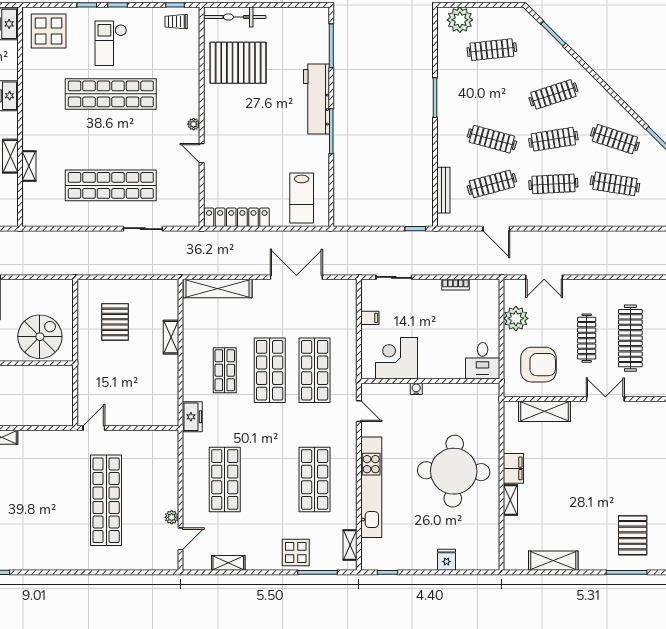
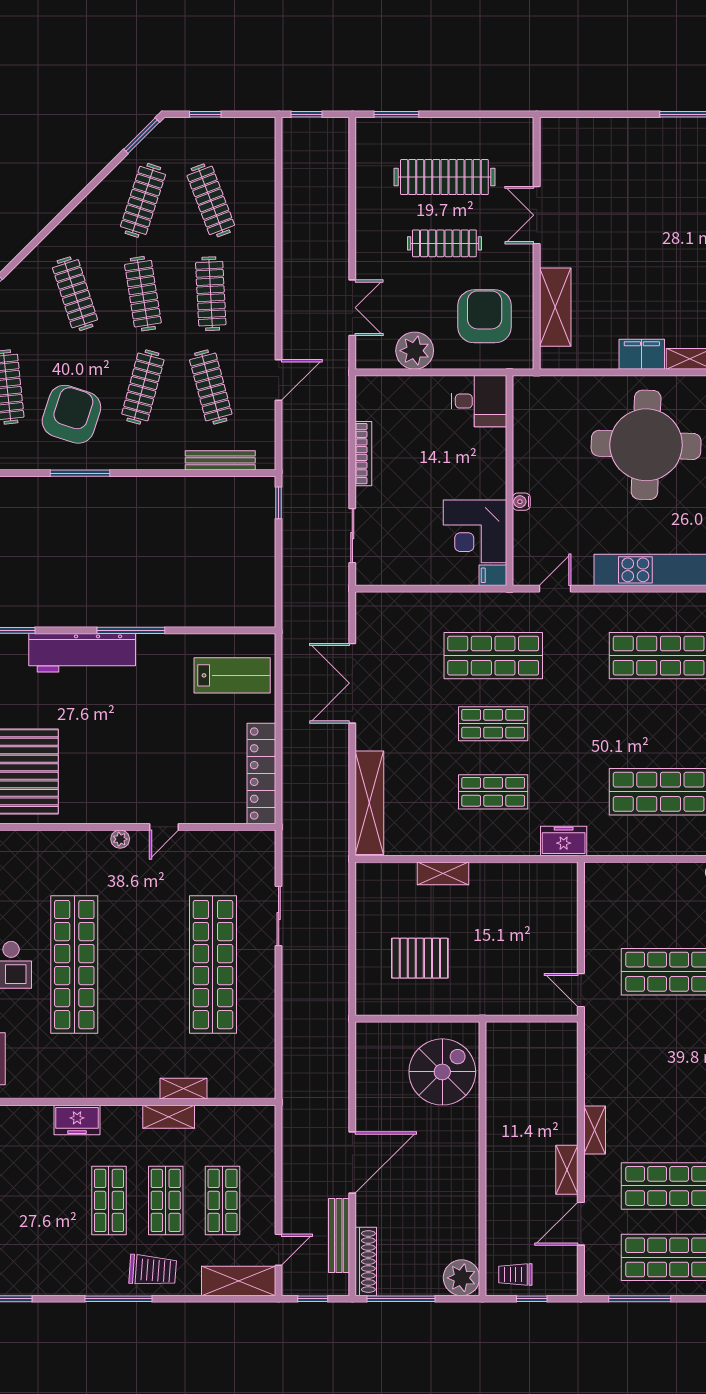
armchair: (474, 92) -> (71, 414), added
clothes rail: (615, 184) -> (211, 200), turned -30
bookcase: (456, 285) -> (363, 454), width x1.56
filing cabinet: (370, 318) -> (493, 575), moved, turned -90
spiral stairs: (40, 337) -> (442, 1072), turned 90
shop shelf: (270, 370) -> (493, 724), width x0.70, depth x0.74

